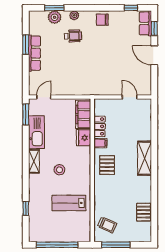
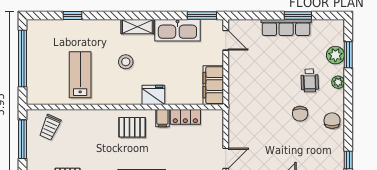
chair: (97, 43) -> (300, 114), added
filing cabinet: (83, 114) -> (213, 85), moved, turned -90
fridge: (84, 138) -> (153, 95), moved

